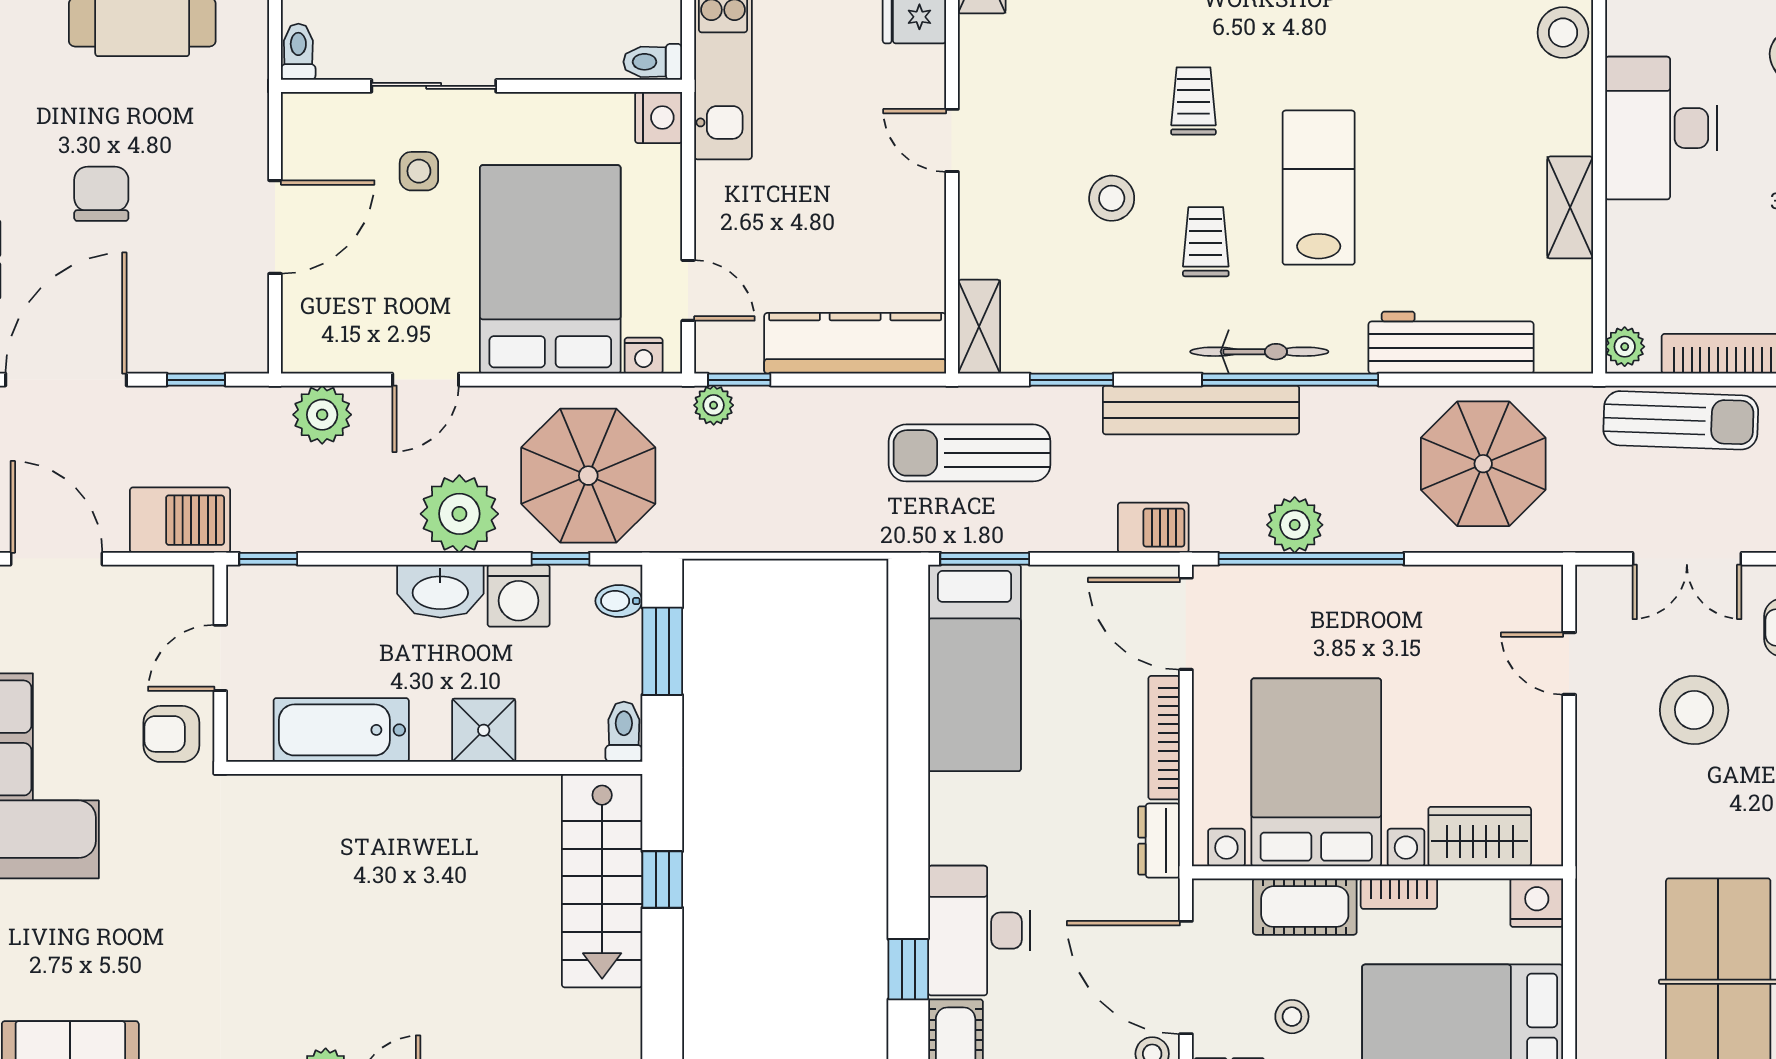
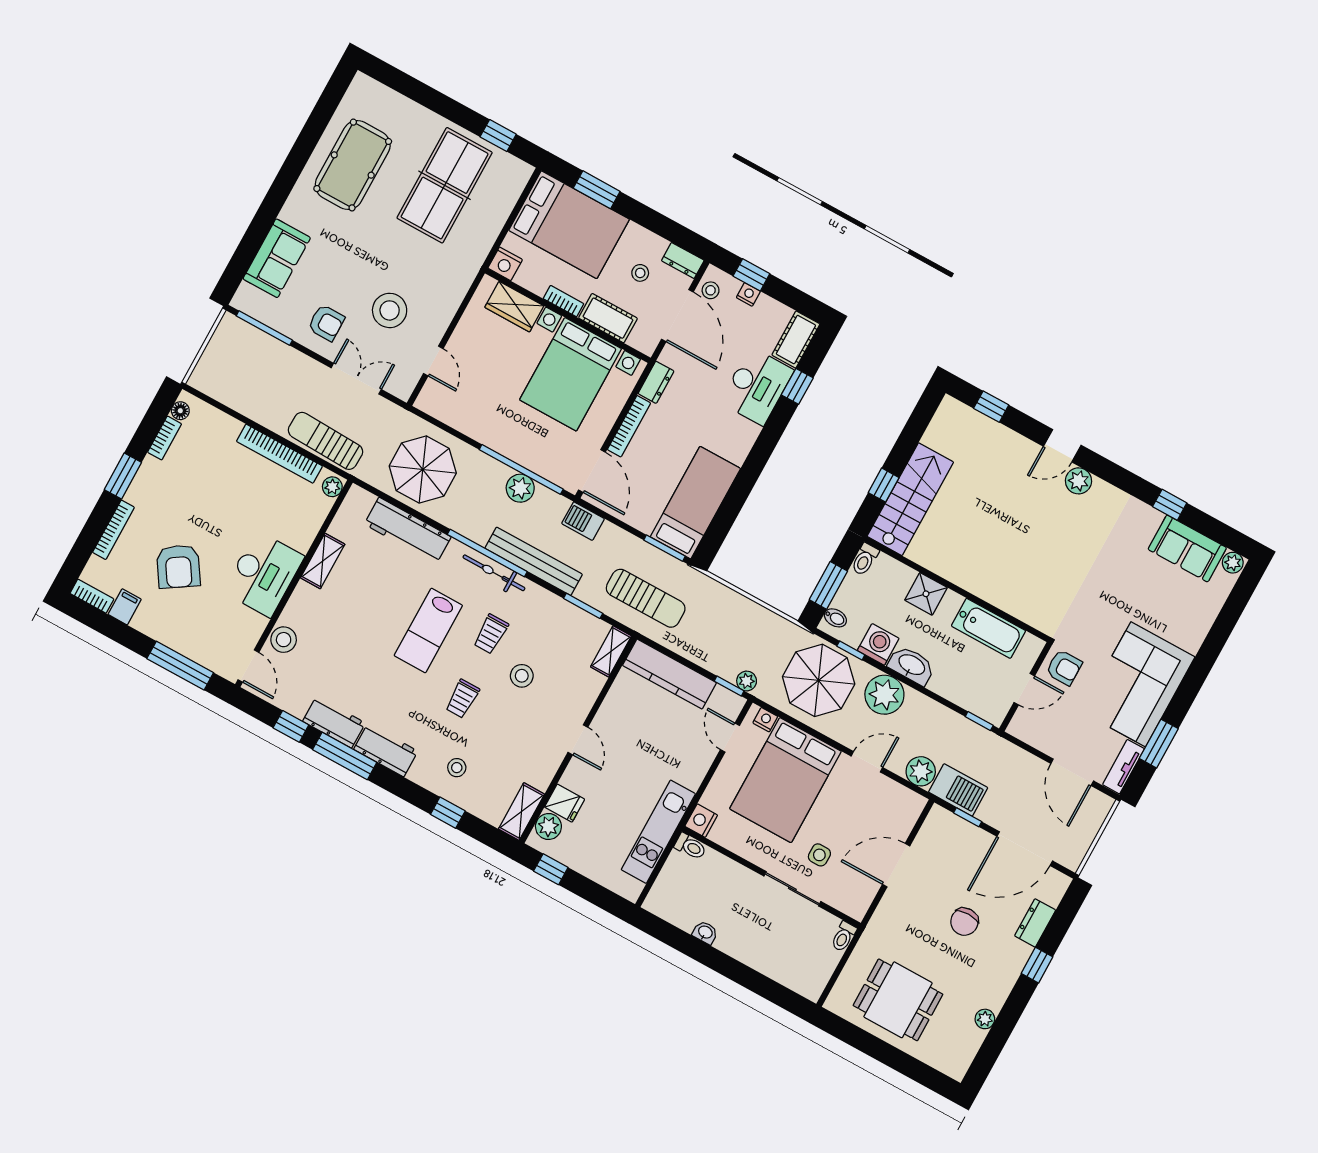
barbecue: (180, 520) -> (958, 790), moved, turned 180

